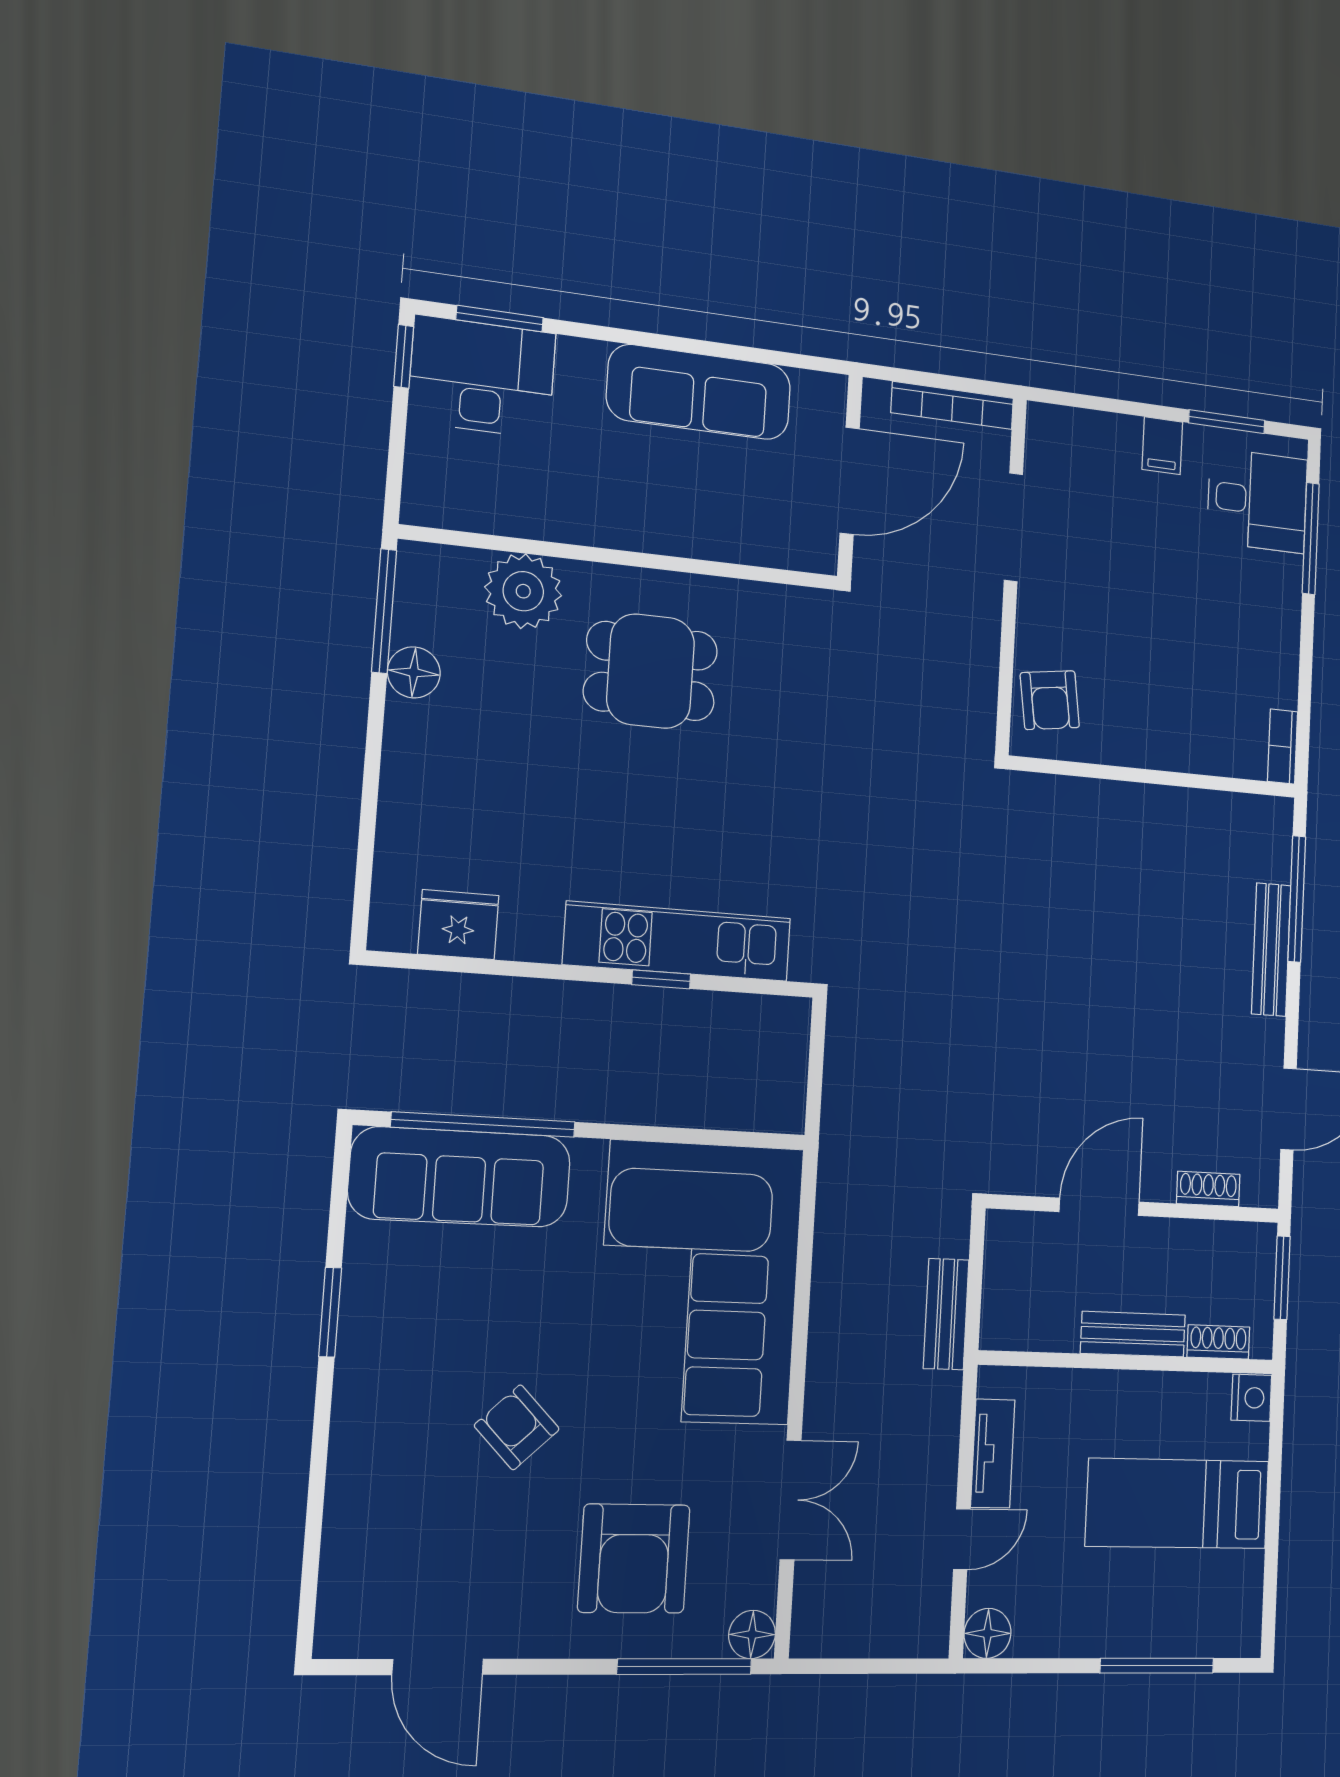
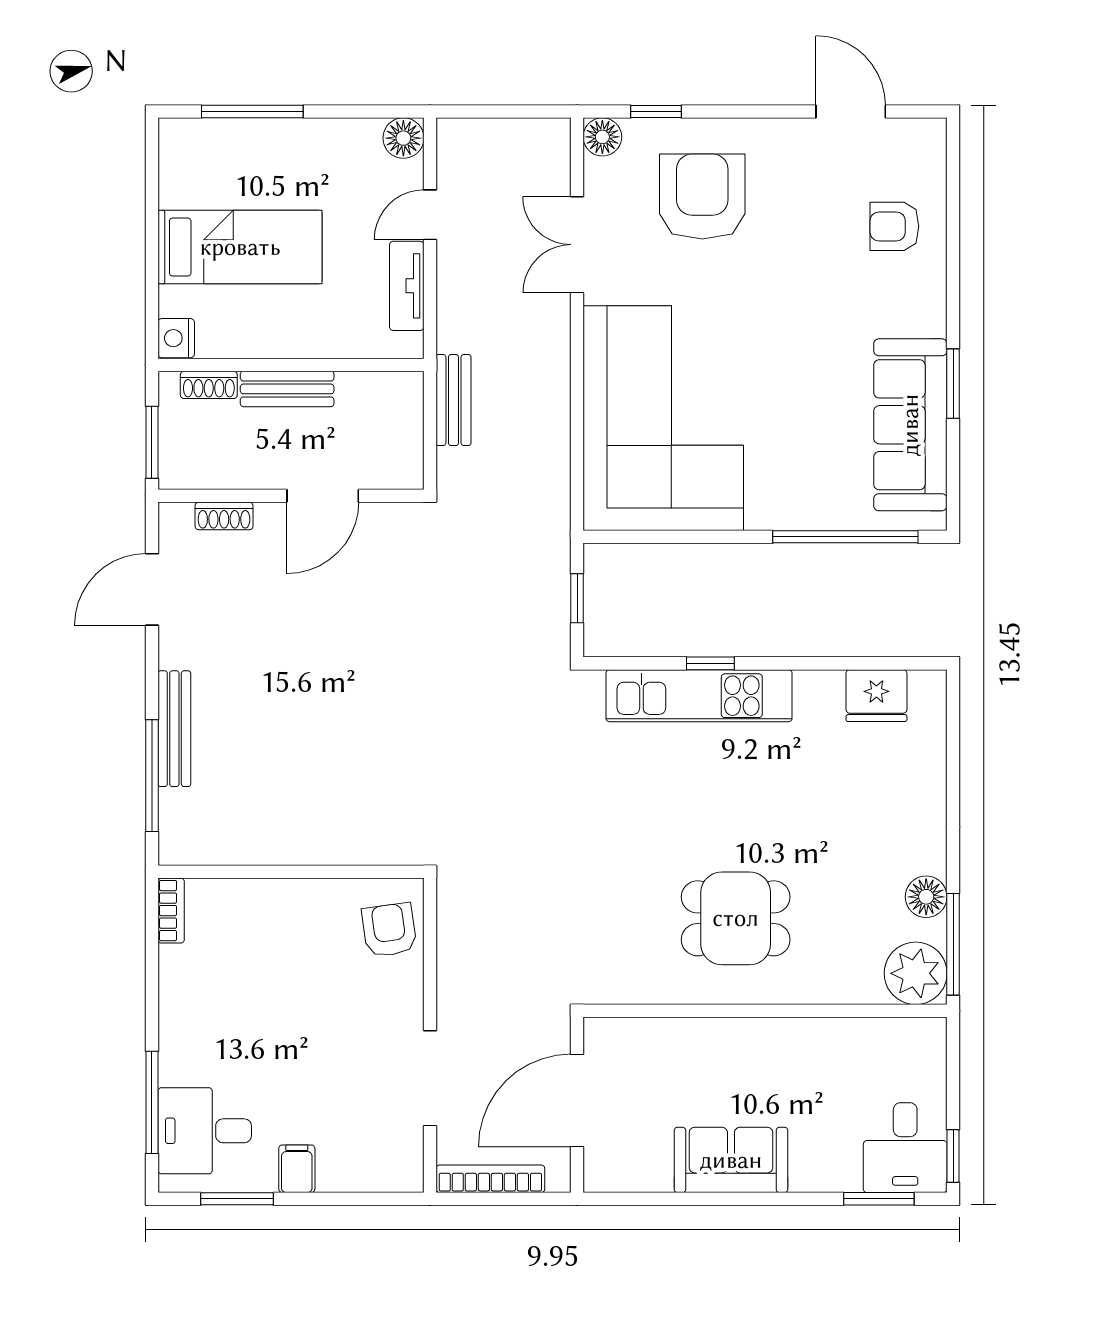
desk: (482, 377) -> (905, 1148), width x0.73
sofa: (699, 392) -> (731, 1160), width x0.73
plant: (523, 591) -> (916, 973), moved
window: (816, 1069) -> (577, 598), added
sofa: (460, 1177) -> (910, 425), moved, turned -90
armchair: (517, 1427) -> (894, 226), moved, turned 134
window: (684, 1667) -> (656, 112), width x0.46

